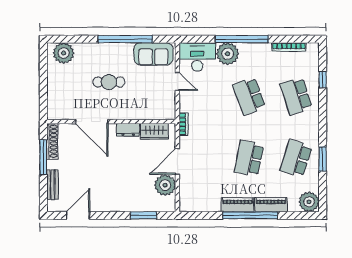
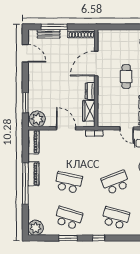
window: (323, 80) -> (99, 238), moved
door: (177, 81) -> (127, 128), hinge flipped
school desk: (296, 96) -> (115, 218), turned 33
window: (43, 157) -> (54, 27), moved
plant: (165, 185) -> (37, 119), moved
piano: (271, 205) -> (33, 142), moved

